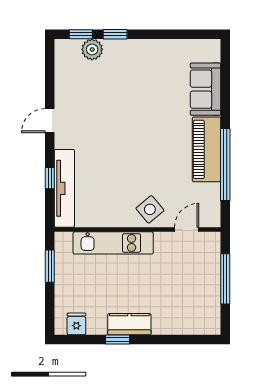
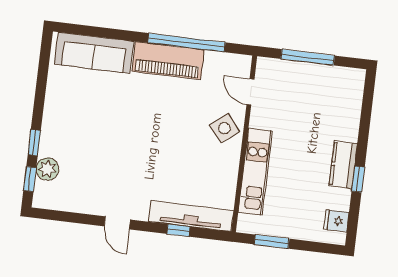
sofa: (205, 89) -> (94, 53), width x1.36

